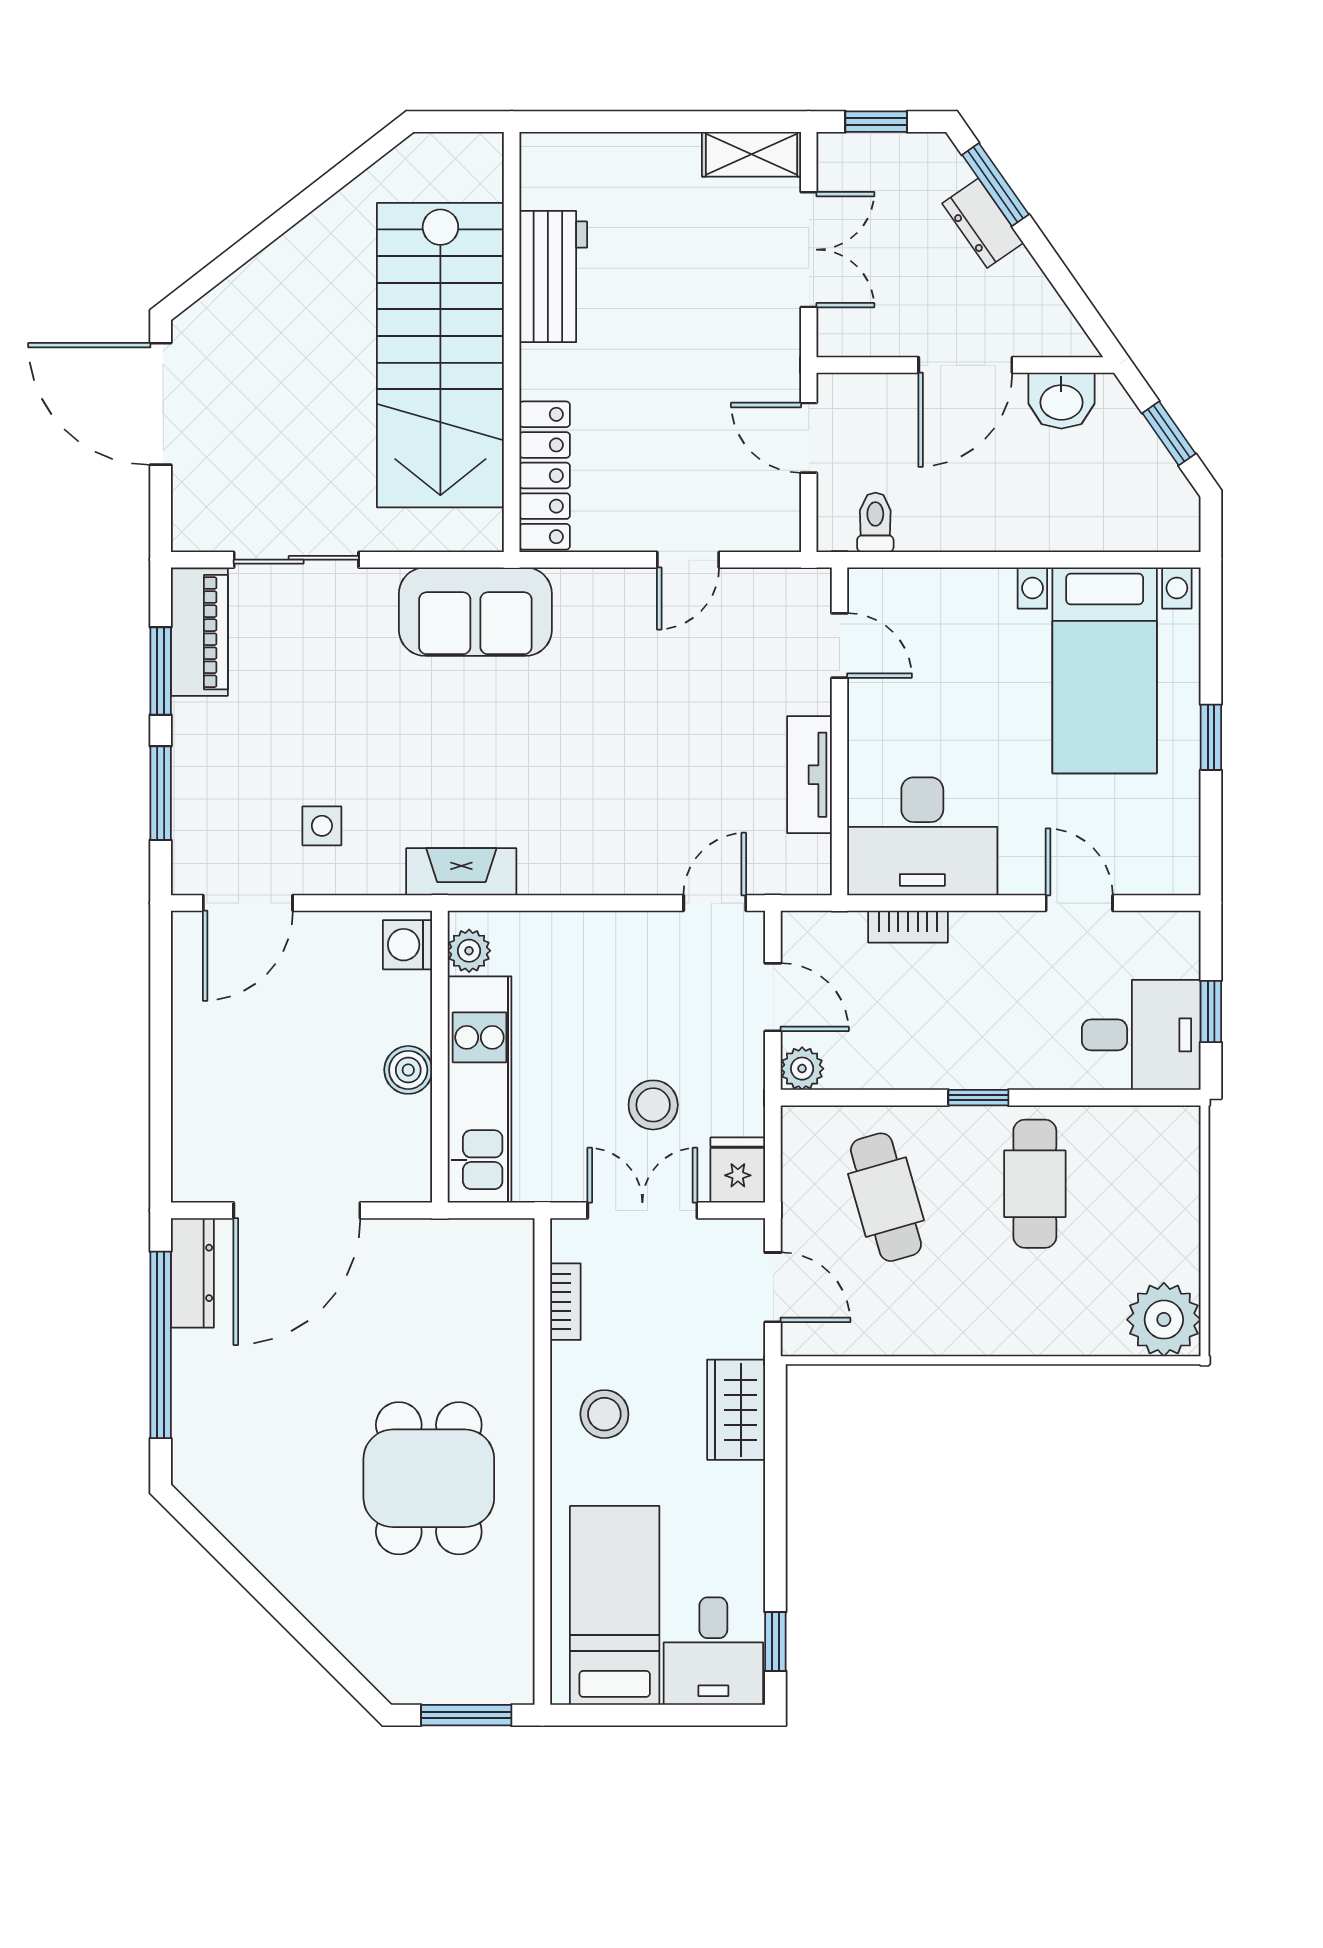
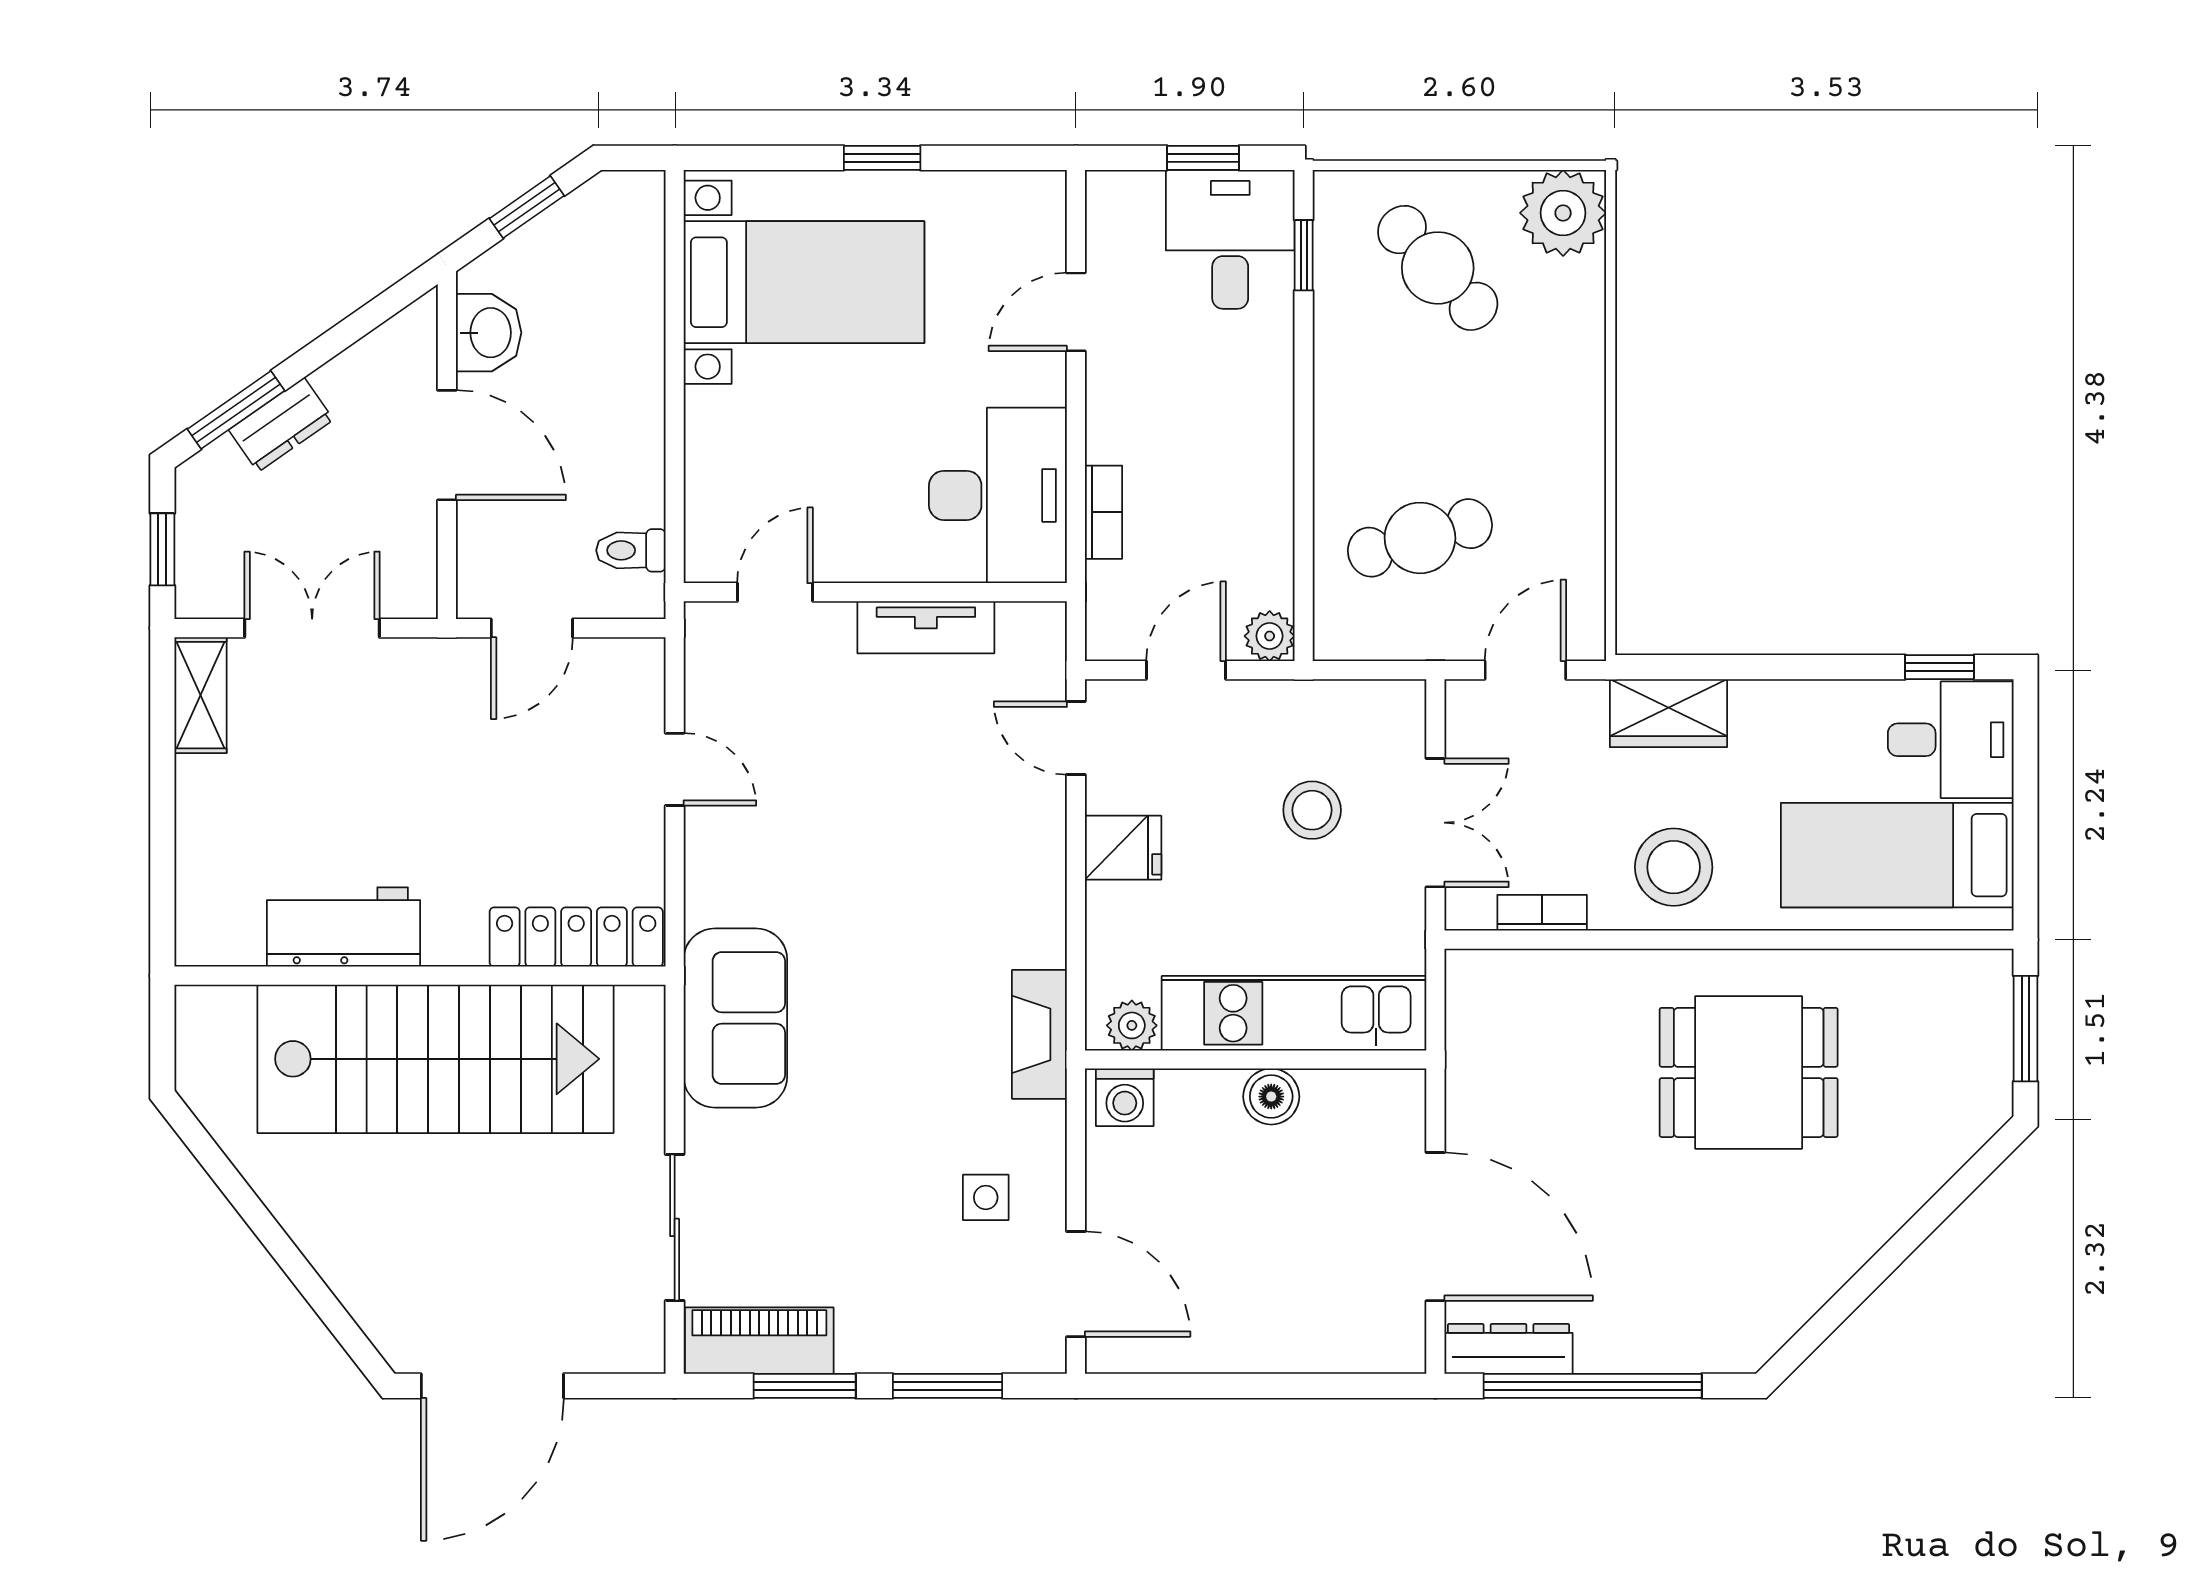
window: (978, 1098) -> (1304, 255), moved
fridge: (738, 1170) -> (1123, 848), moved, turned 180
cafe table: (1035, 1184) -> (1438, 268), moved, turned 47
double door: (642, 1210) -> (1435, 823), swing flipped
stool: (604, 1414) -> (1674, 867), width x1.38, depth x1.38

